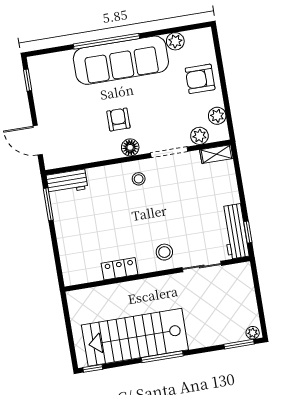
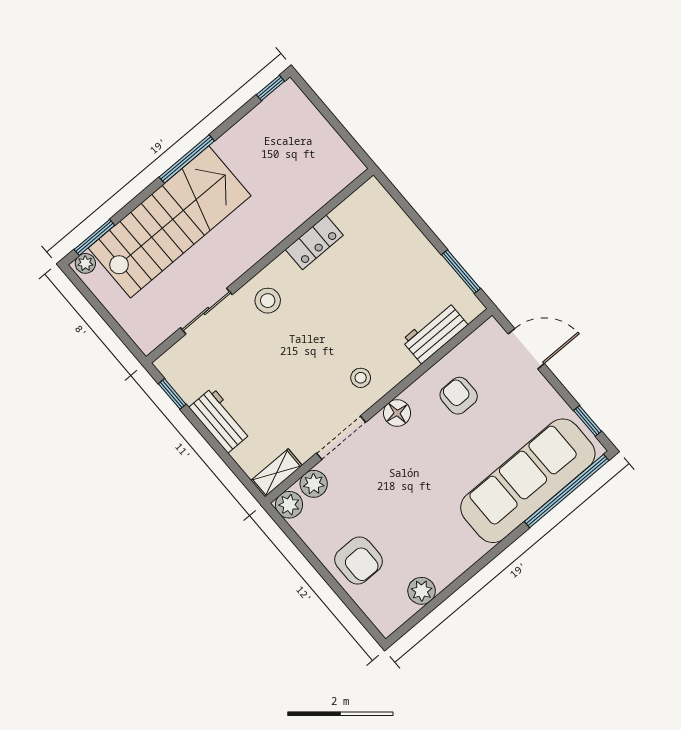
window: (106, 41) -> (567, 491), moved
sofa: (121, 60) -> (528, 481), moved
armchair: (200, 79) -> (359, 560), turned 90
plant: (217, 116) -> (289, 505), moved
armchair: (118, 120) -> (459, 396), moved, turned 180
workbench: (67, 182) -> (435, 333), moved
workbench: (235, 231) -> (220, 420), moved, width x0.73
stairs: (135, 337) -> (170, 222), moved

